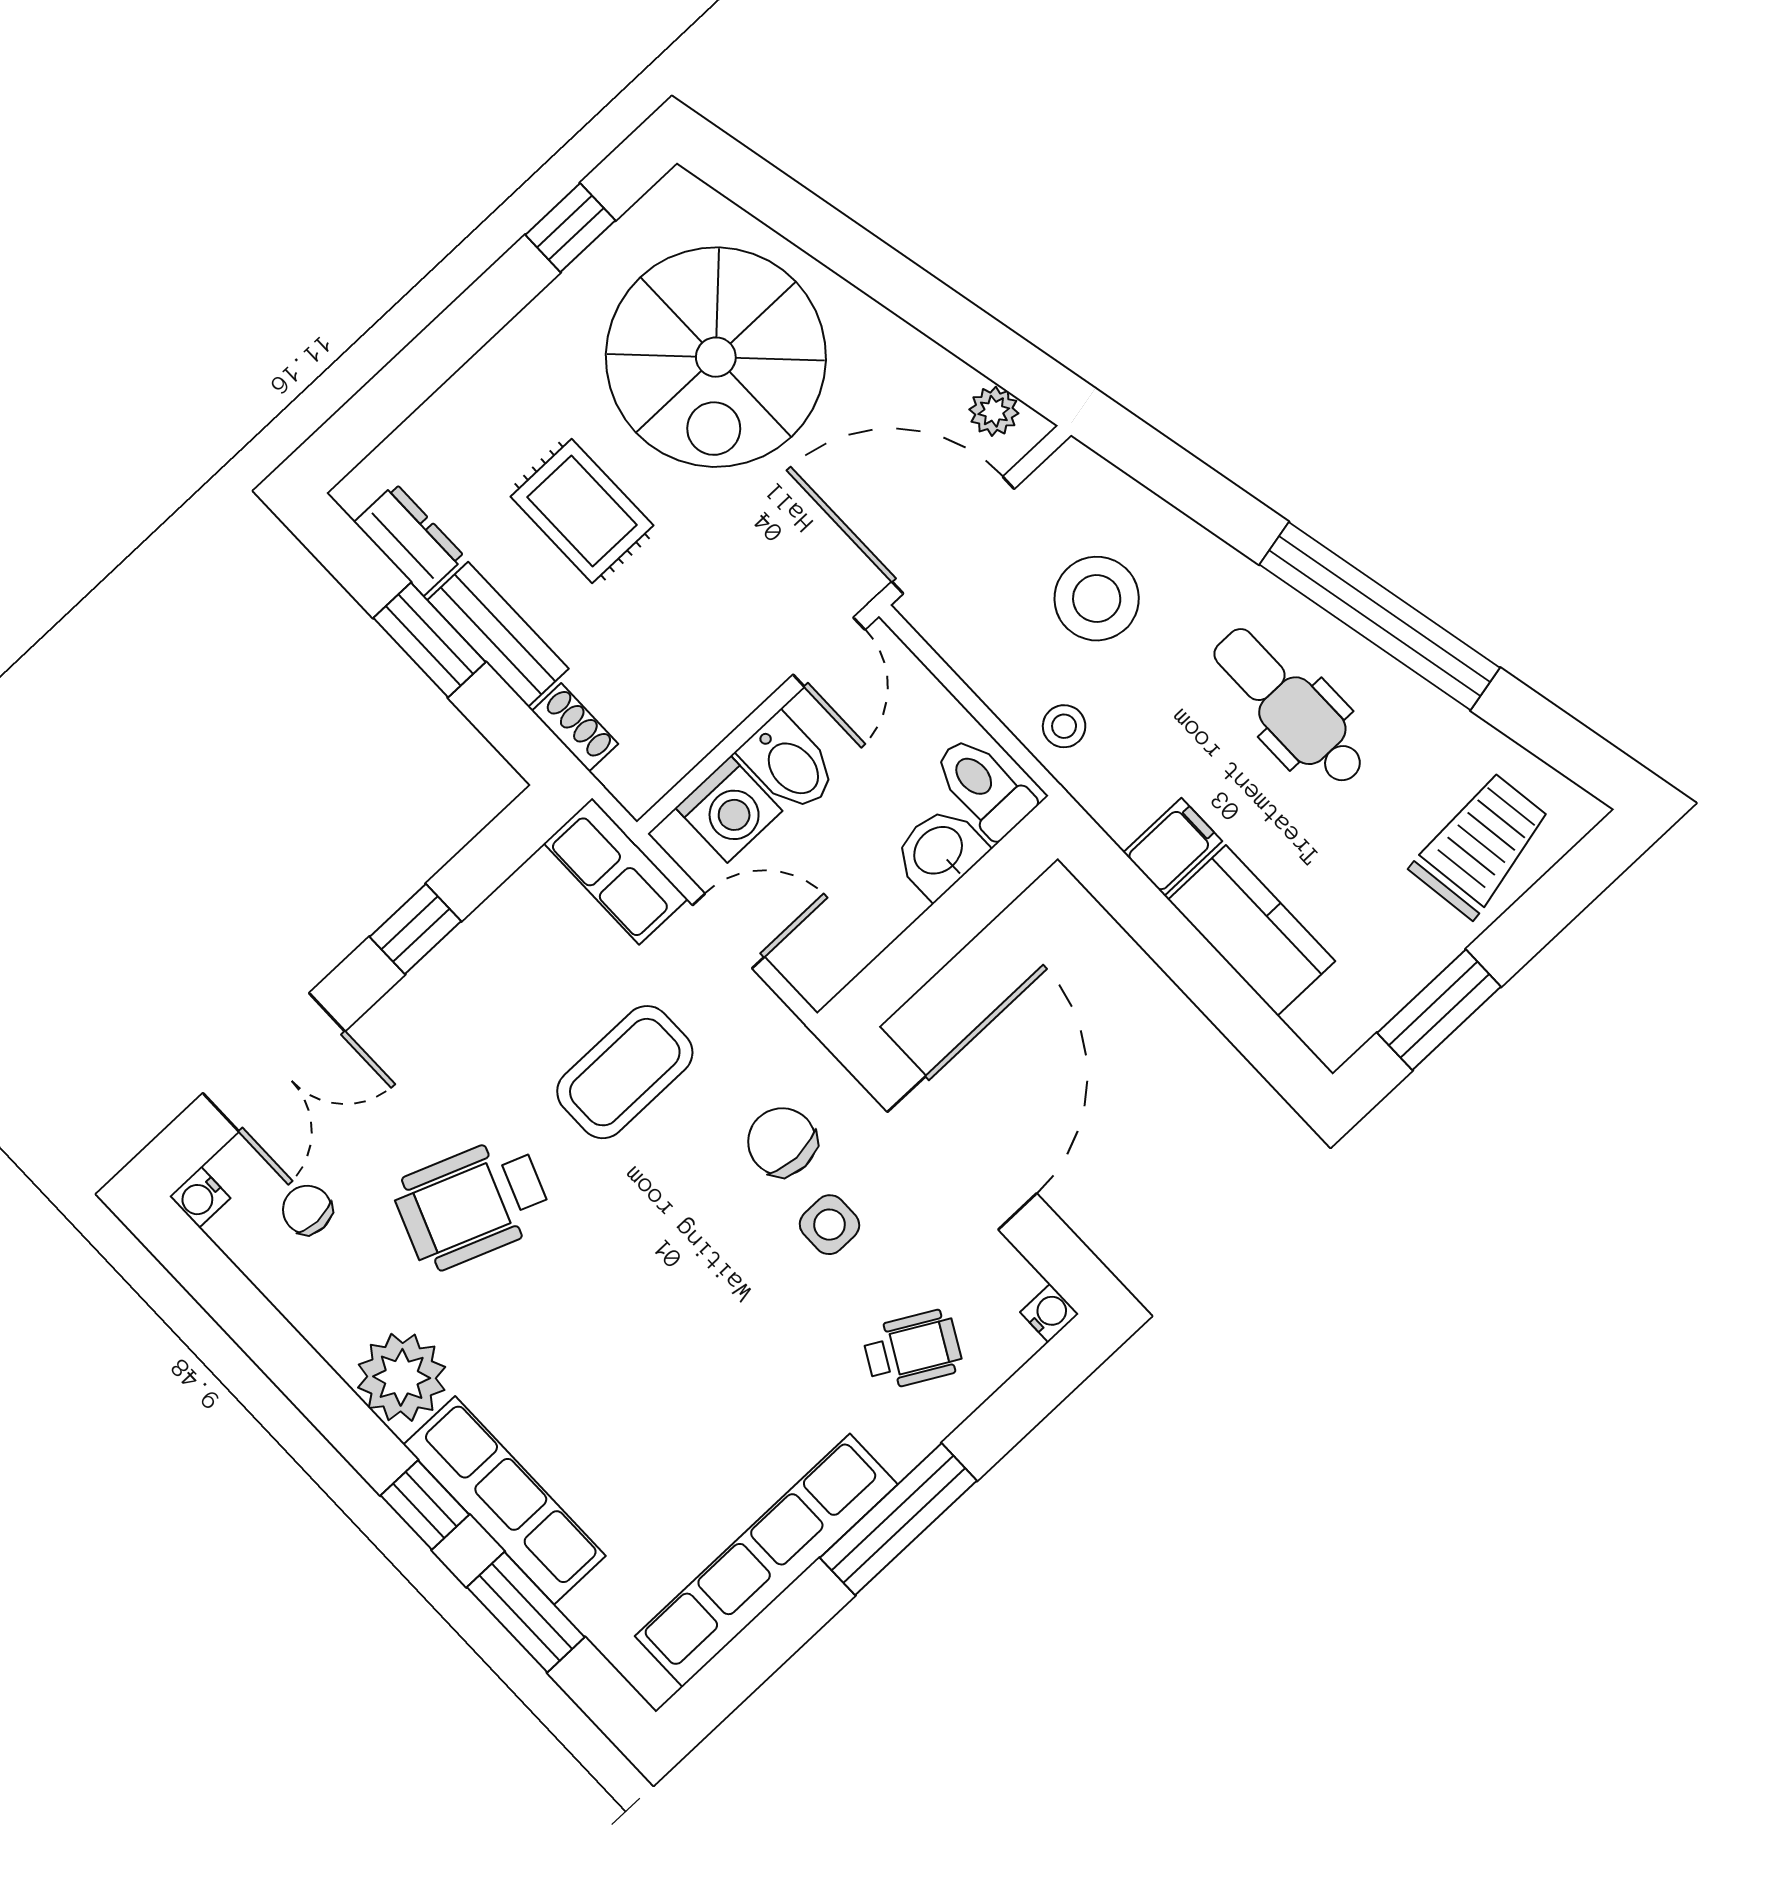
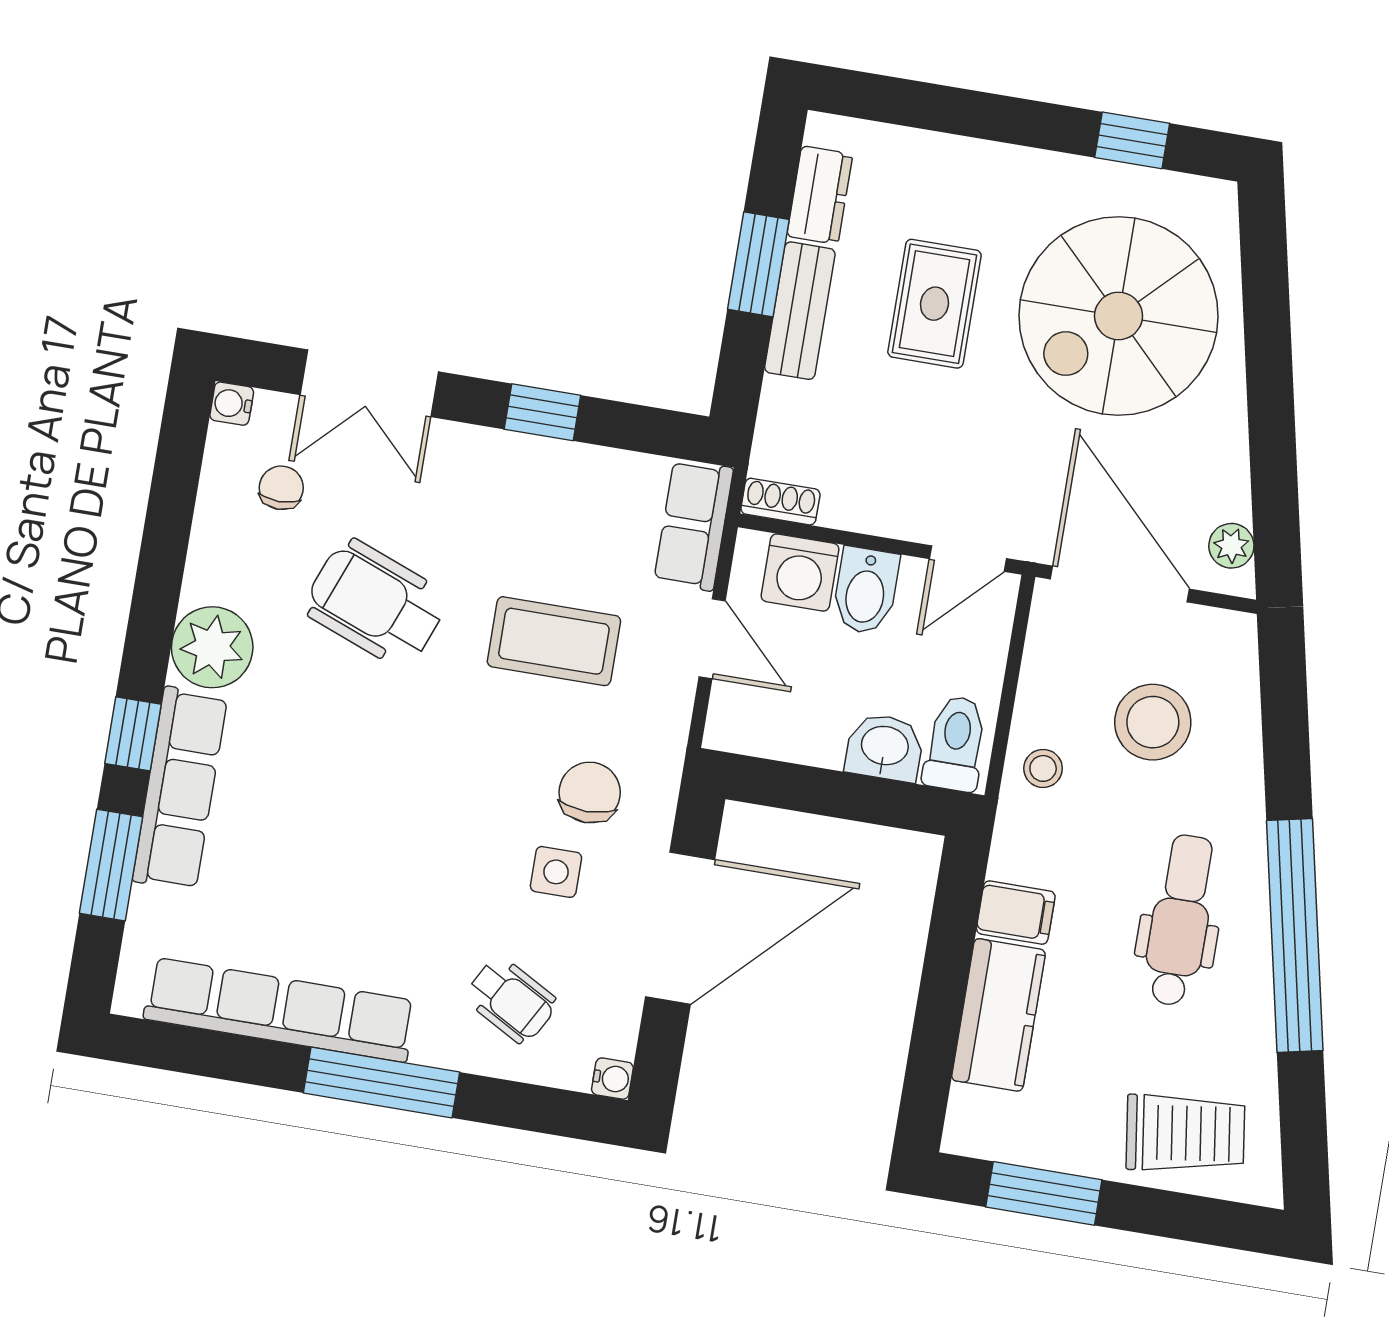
shoe rack: (575, 727) -> (780, 502), moved, turned -90

